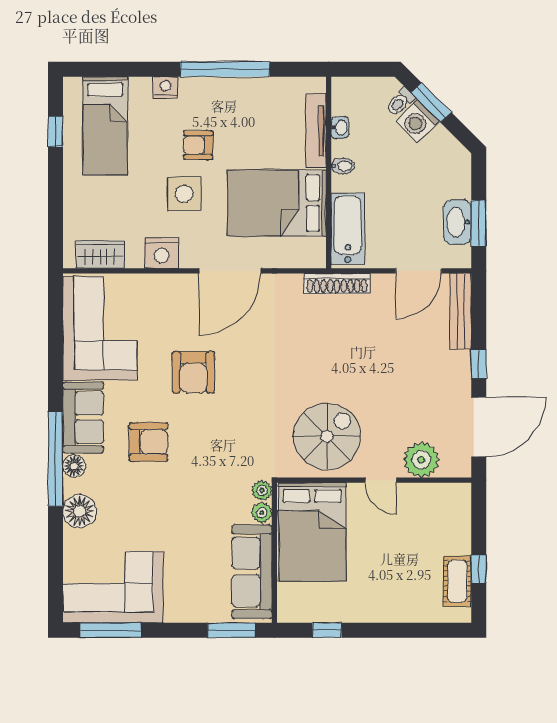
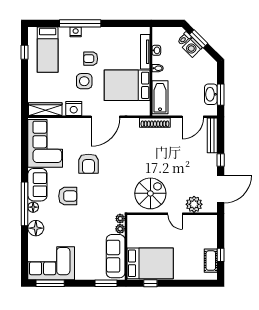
window: (225, 69) -> (80, 23), moved
wardrobe: (100, 255) -> (45, 109), width x1.50
bed: (312, 532) -> (150, 263), moved, turned -90

